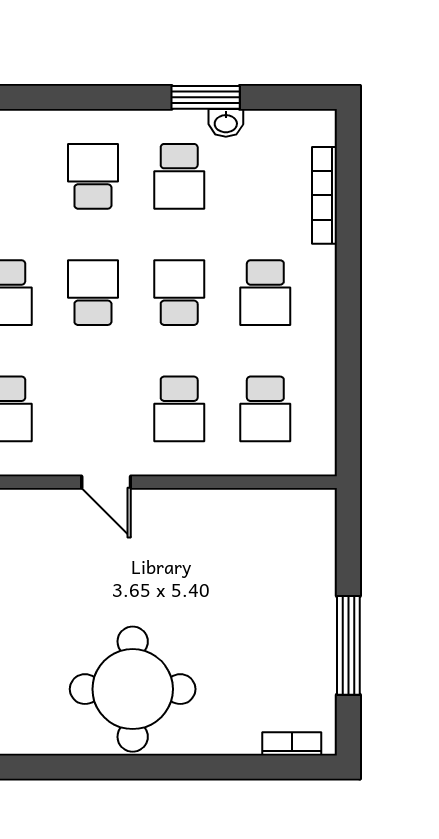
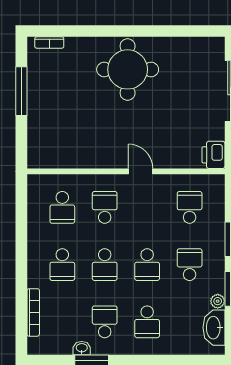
school desk: (265, 293) -> (62, 265), turned 180
school desk: (265, 409) -> (62, 207), turned 180

